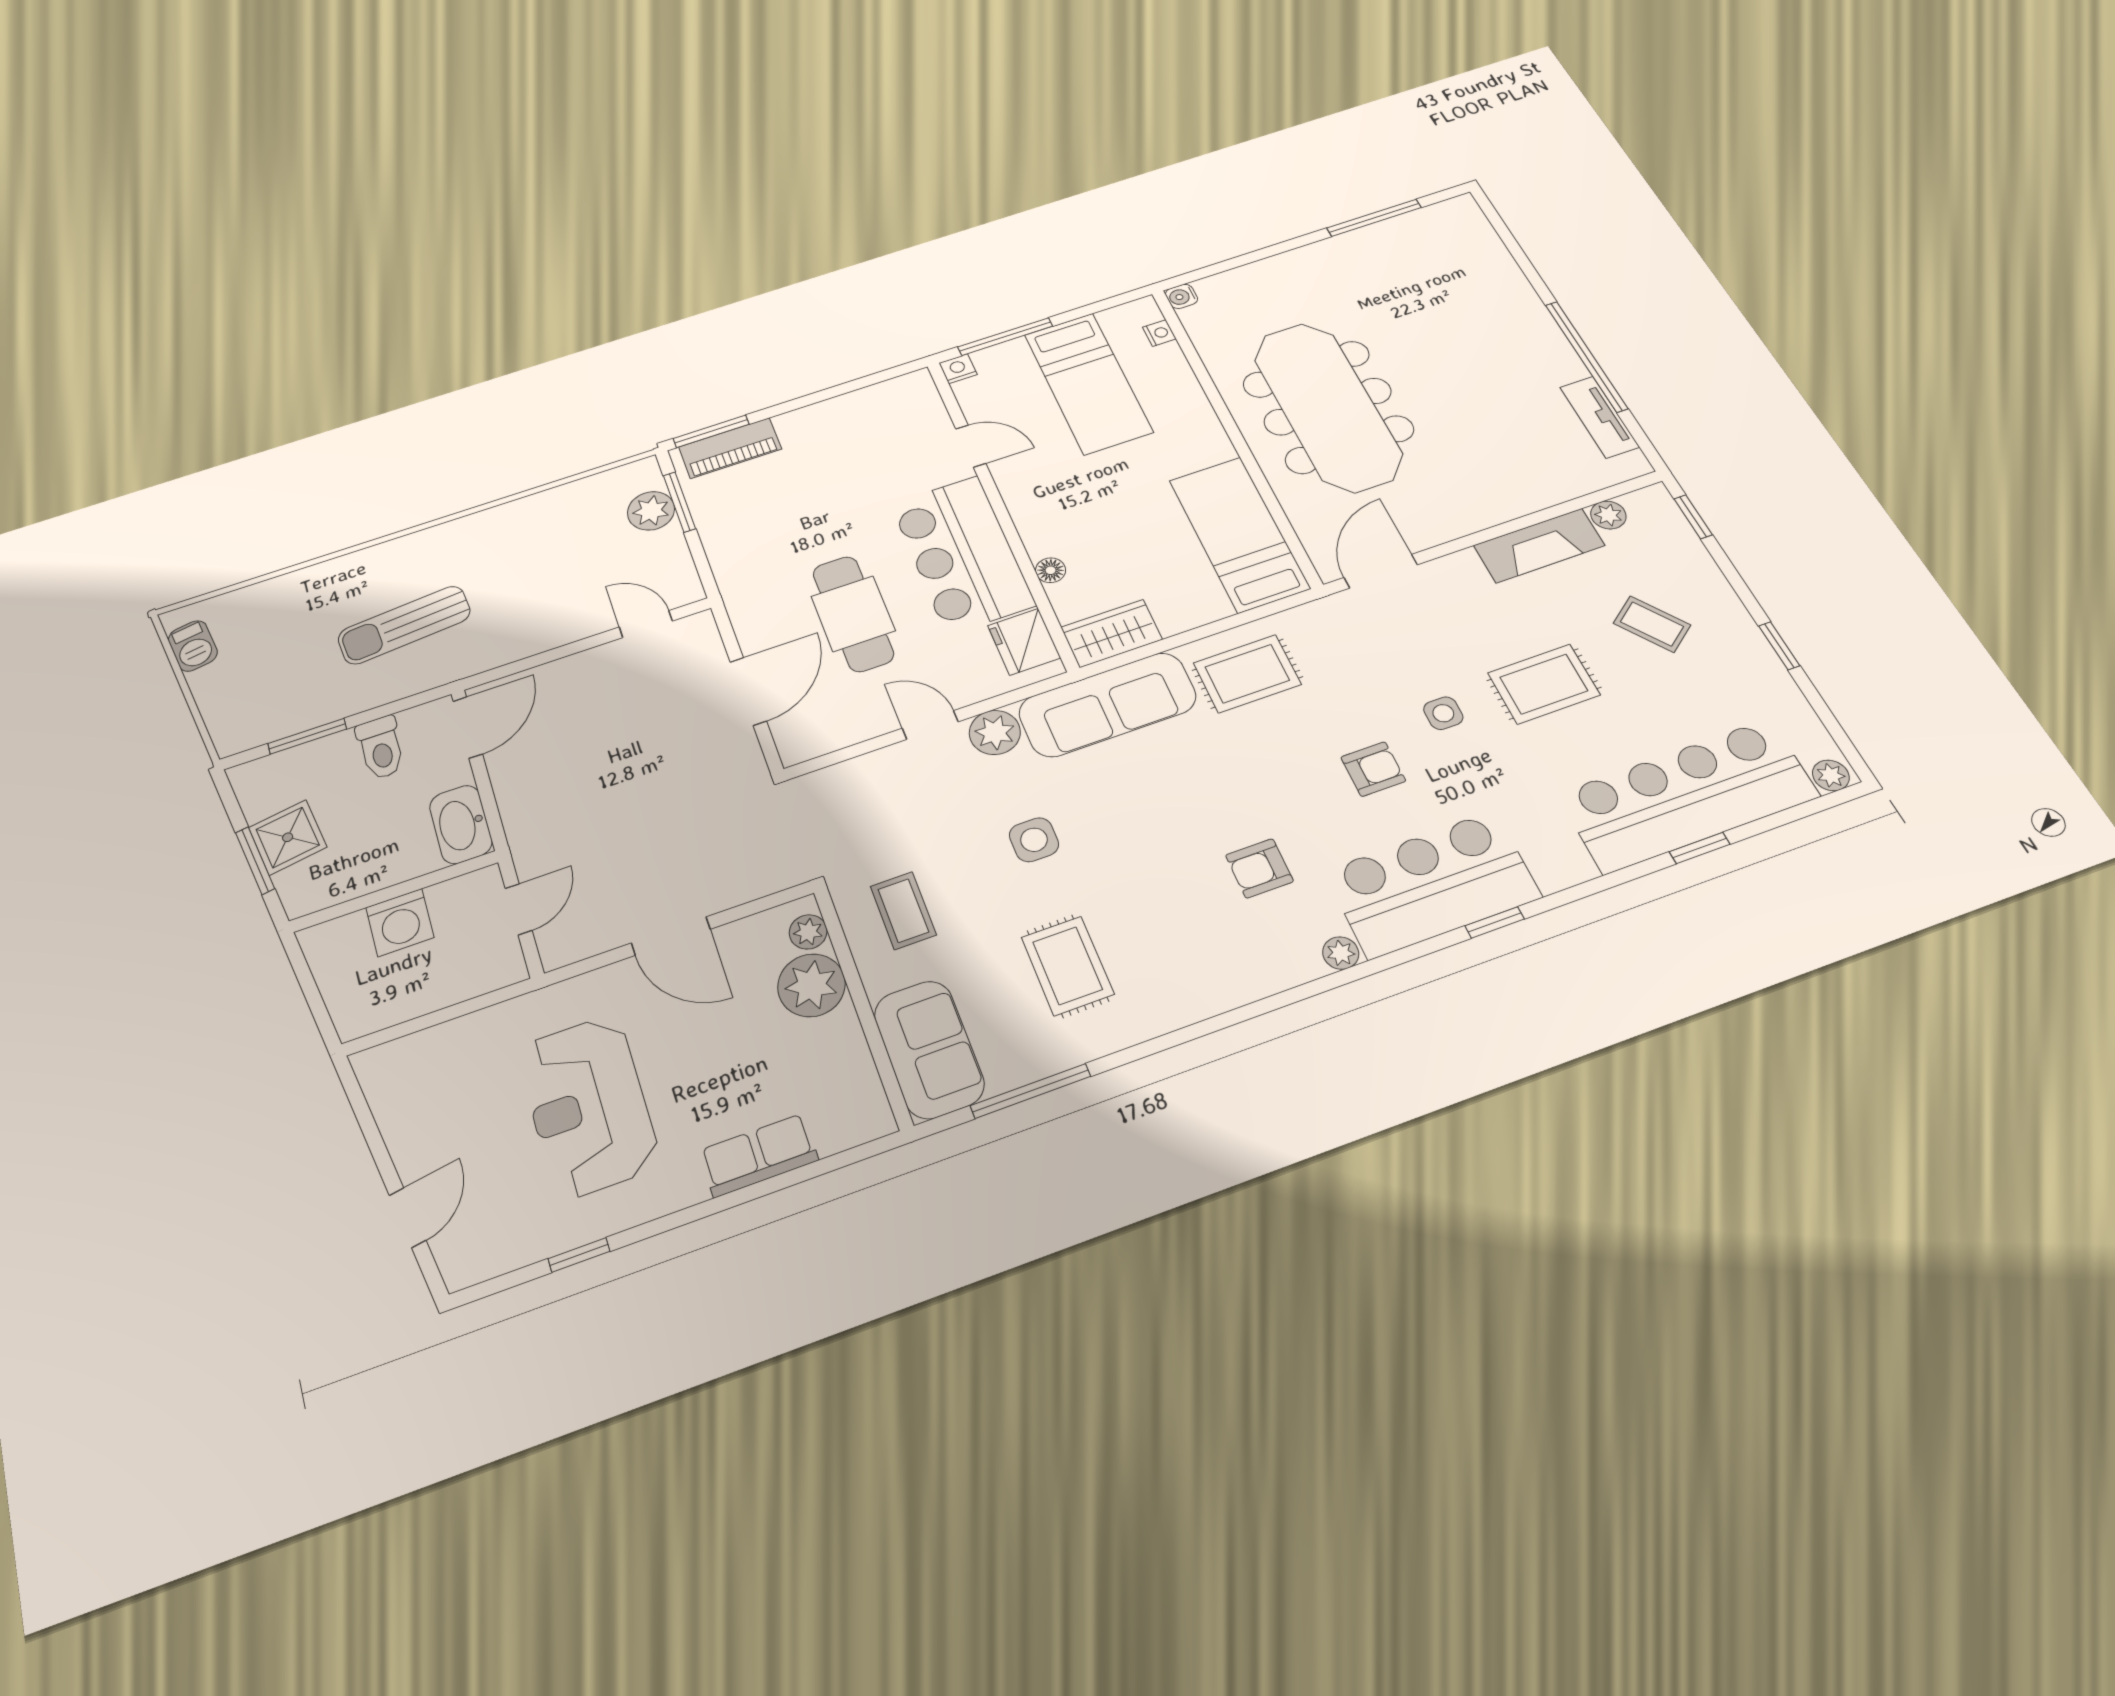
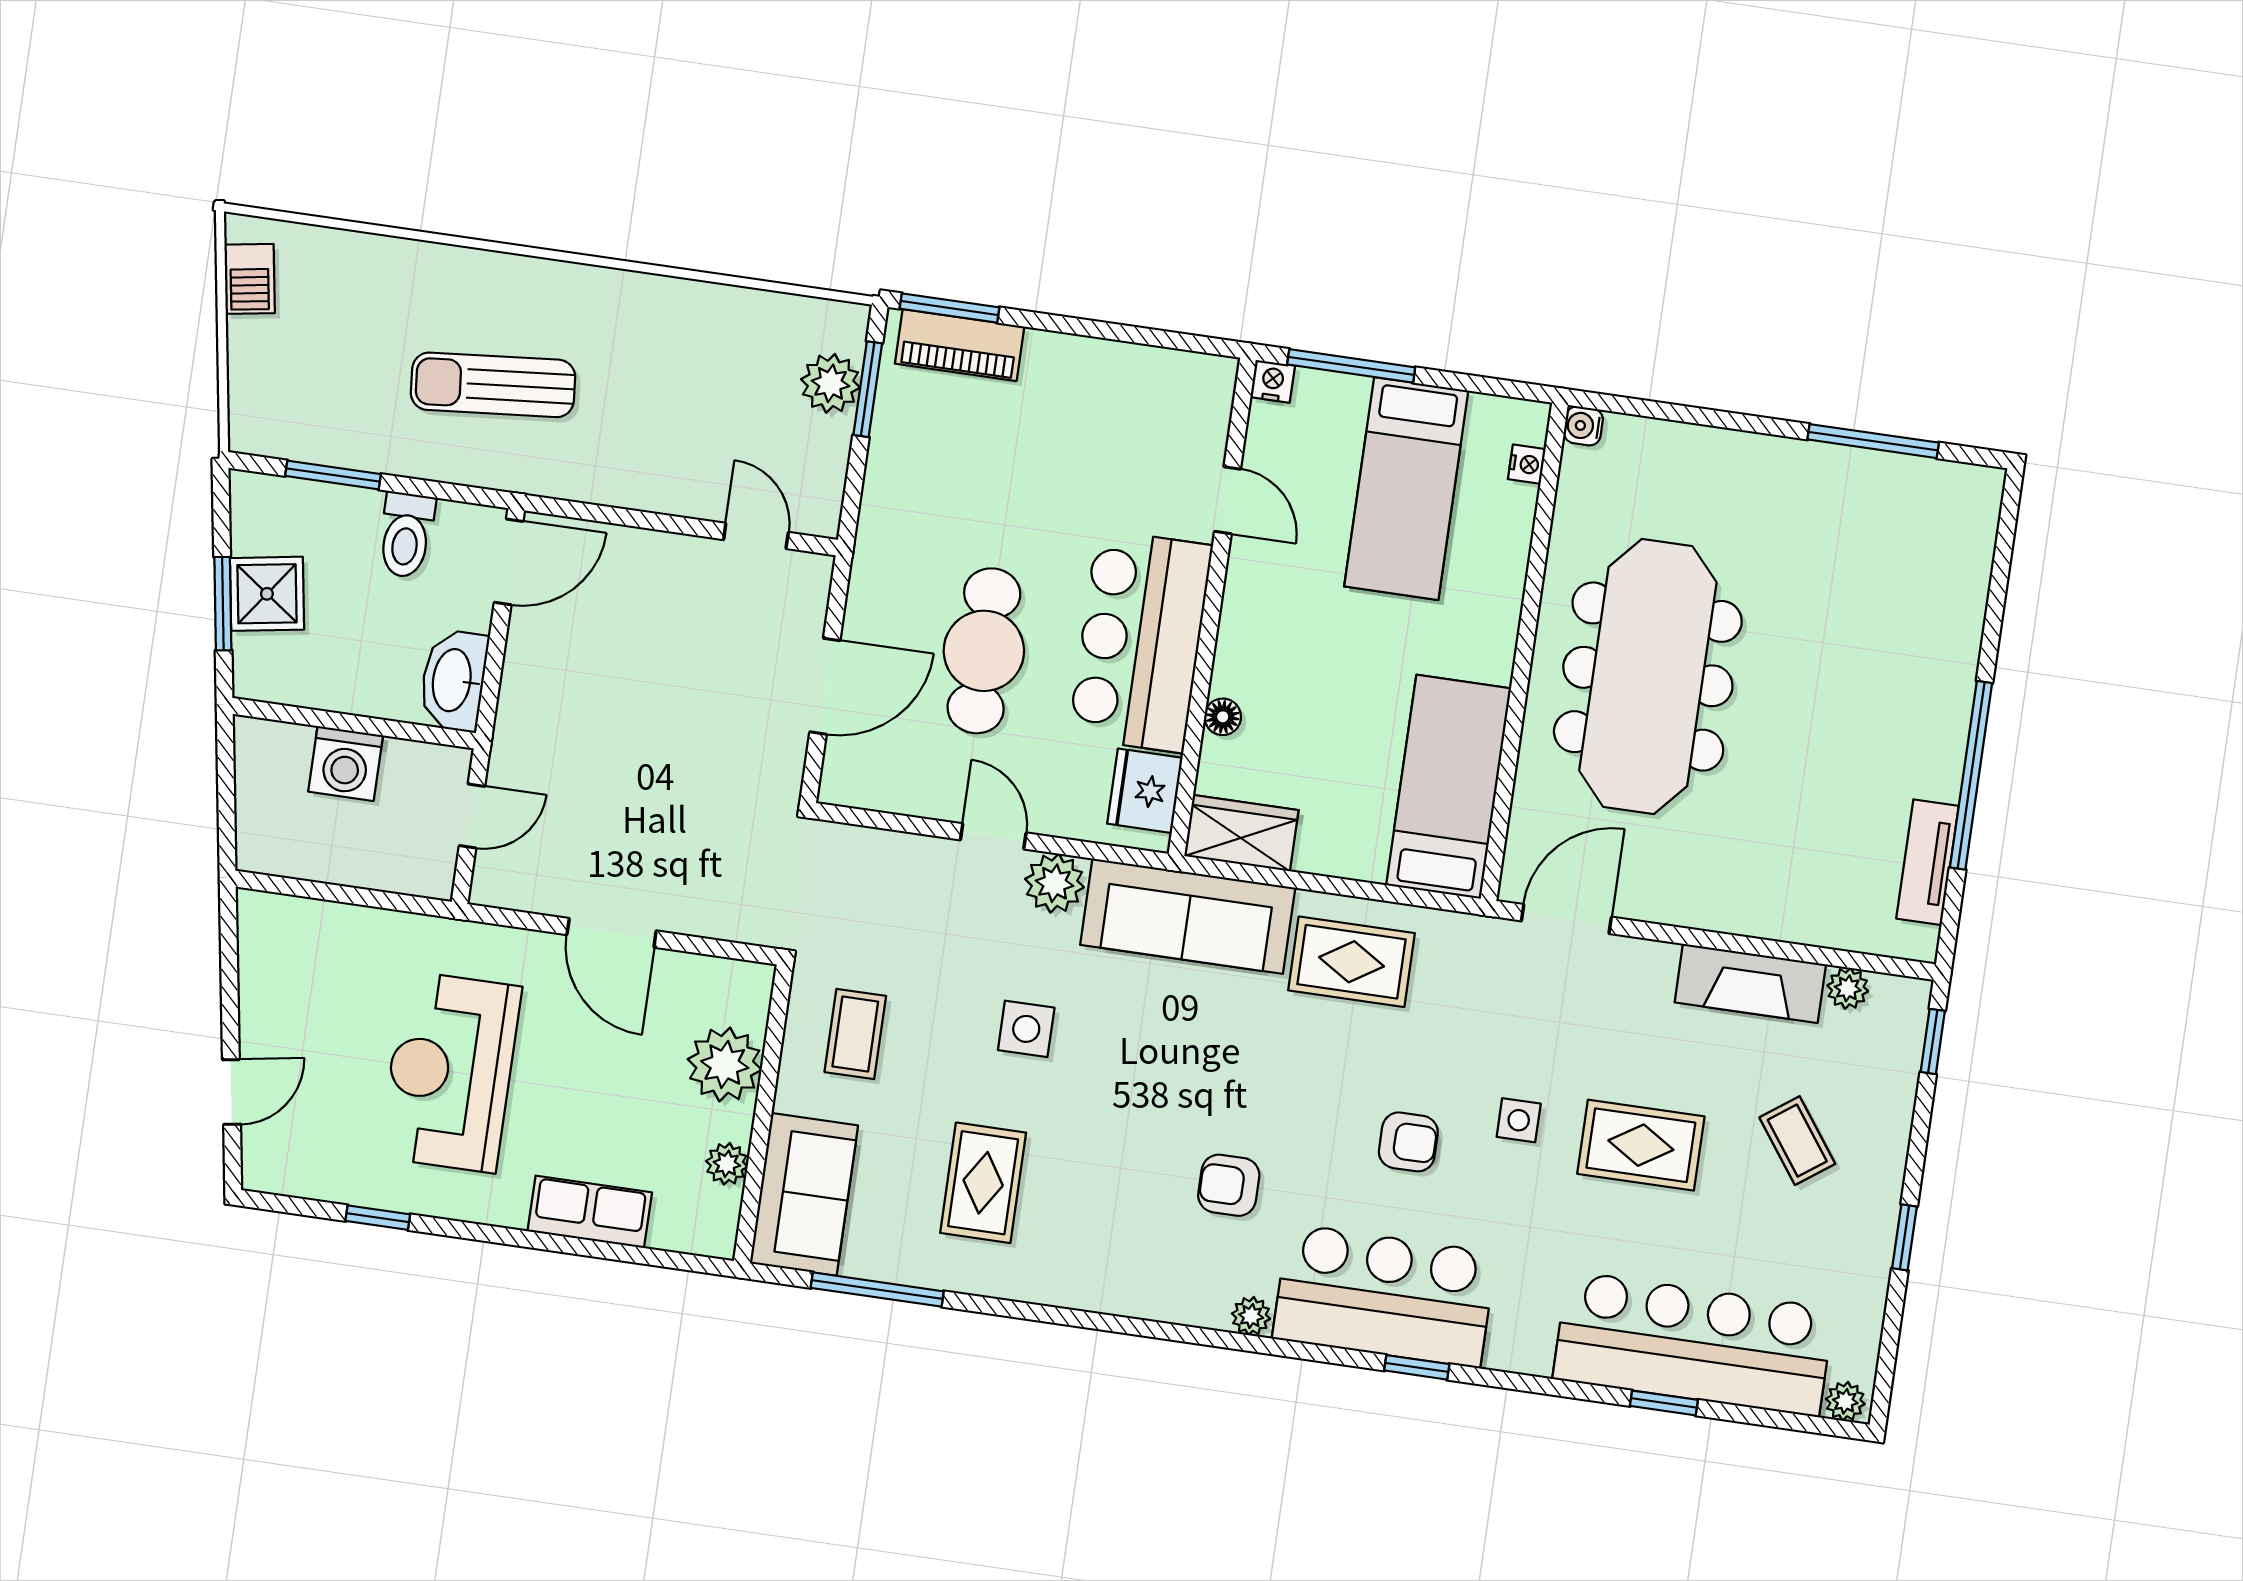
plant: (808, 932) -> (727, 1164), moved

